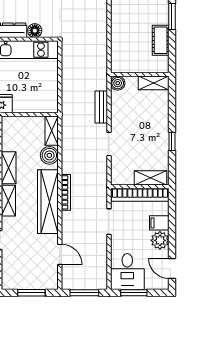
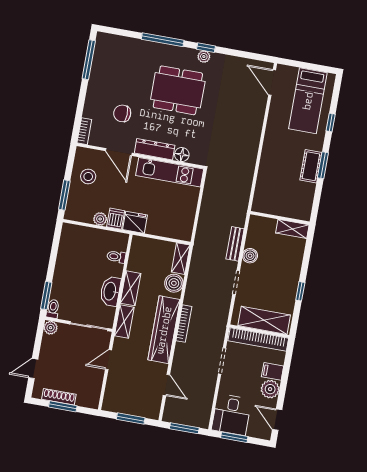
cot: (161, 40) -> (311, 166), moved
boiler: (118, 83) -> (250, 256), moved
shelving: (150, 178) -> (264, 320), width x1.50, depth x1.33

